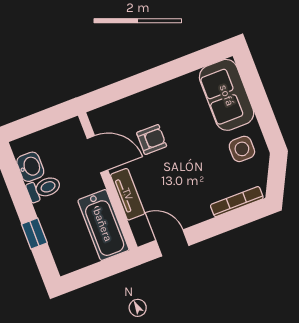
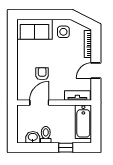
tv unit: (128, 194) -> (77, 95), moved
bathtub: (103, 225) -> (83, 122), moved, turned 90
door: (172, 243) -> (96, 70), moved

